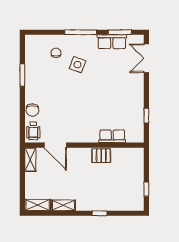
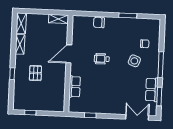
wheelchair: (33, 131) -> (102, 59), moved
door: (55, 145) -> (69, 54), moved
pallet: (101, 156) -> (35, 73), moved

